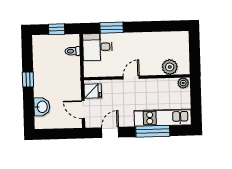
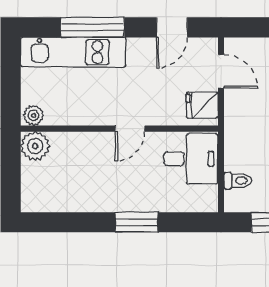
window: (112, 28) -> (136, 222), moved
desk: (98, 47) -> (191, 159), moved
plant: (170, 67) -> (35, 146), moved

